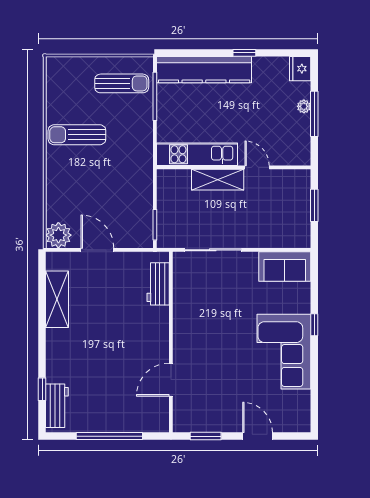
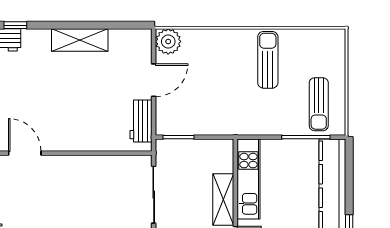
workbench: (158, 284) -> (141, 121), moved, turned -90
shelving: (57, 299) -> (80, 40), moved

